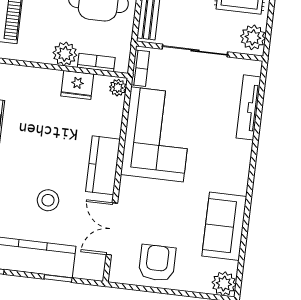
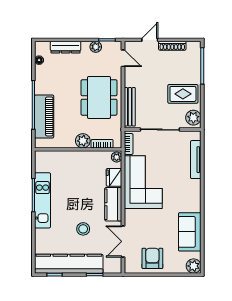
fridge: (77, 85) -> (114, 177), moved, turned 90

